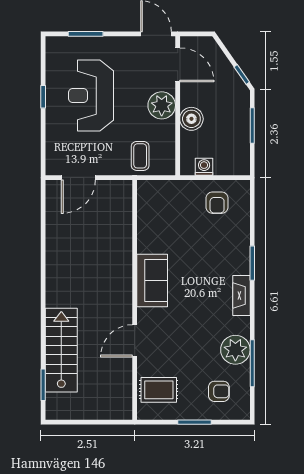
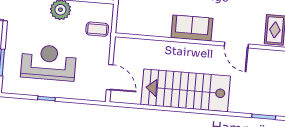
reception desk: (91, 96) -> (49, 62), turned 180
stairs: (61, 350) -> (186, 90), moved, width x1.36, depth x1.51

